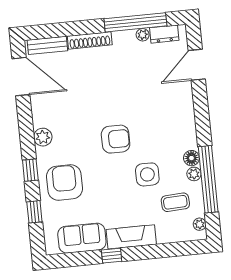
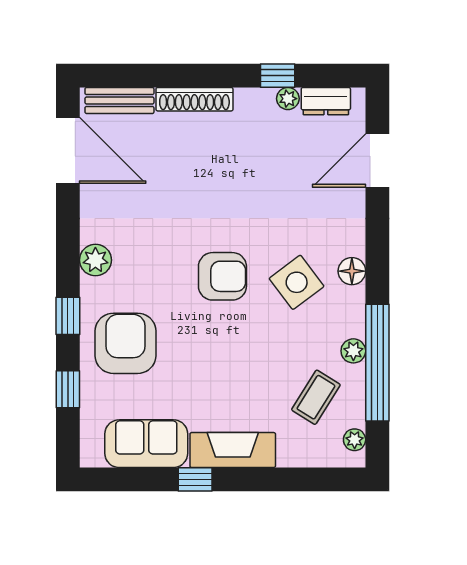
window: (135, 22) -> (278, 76), width x0.32
floor lamp: (191, 158) -> (352, 271), moved
side table: (147, 174) -> (297, 282), moved, turned -37
coffee table: (175, 202) -> (316, 397), turned -55

